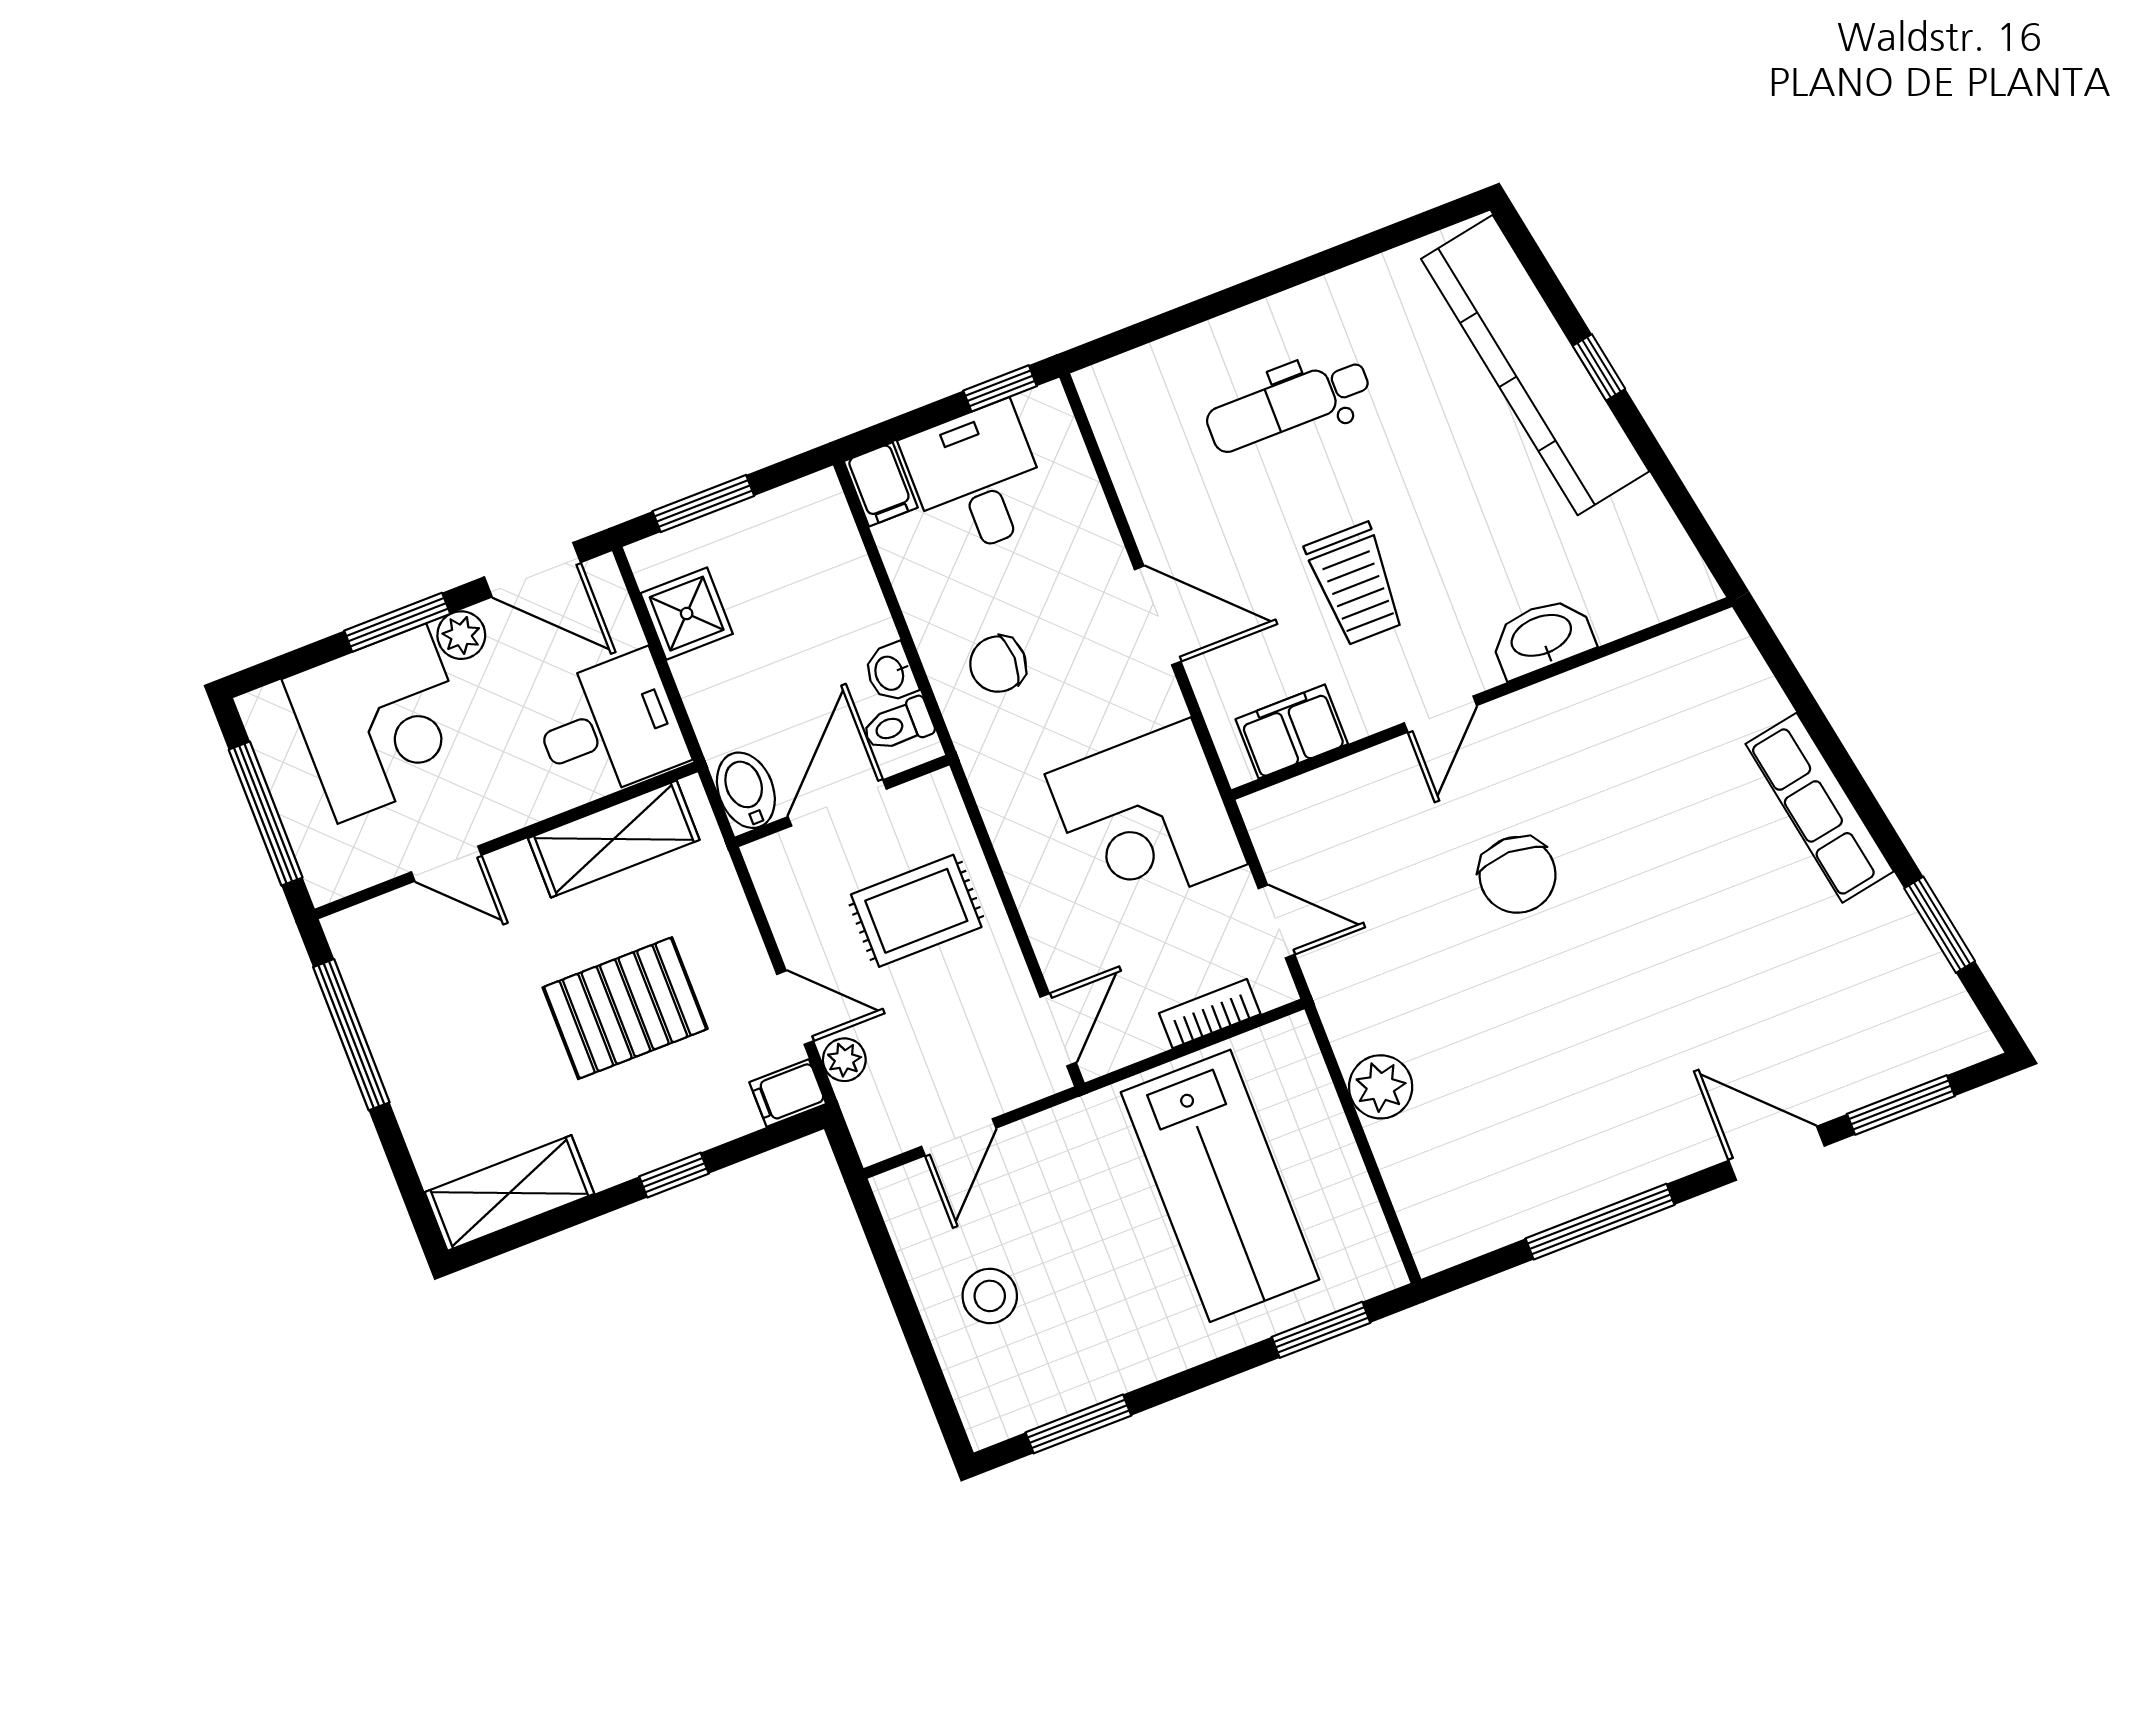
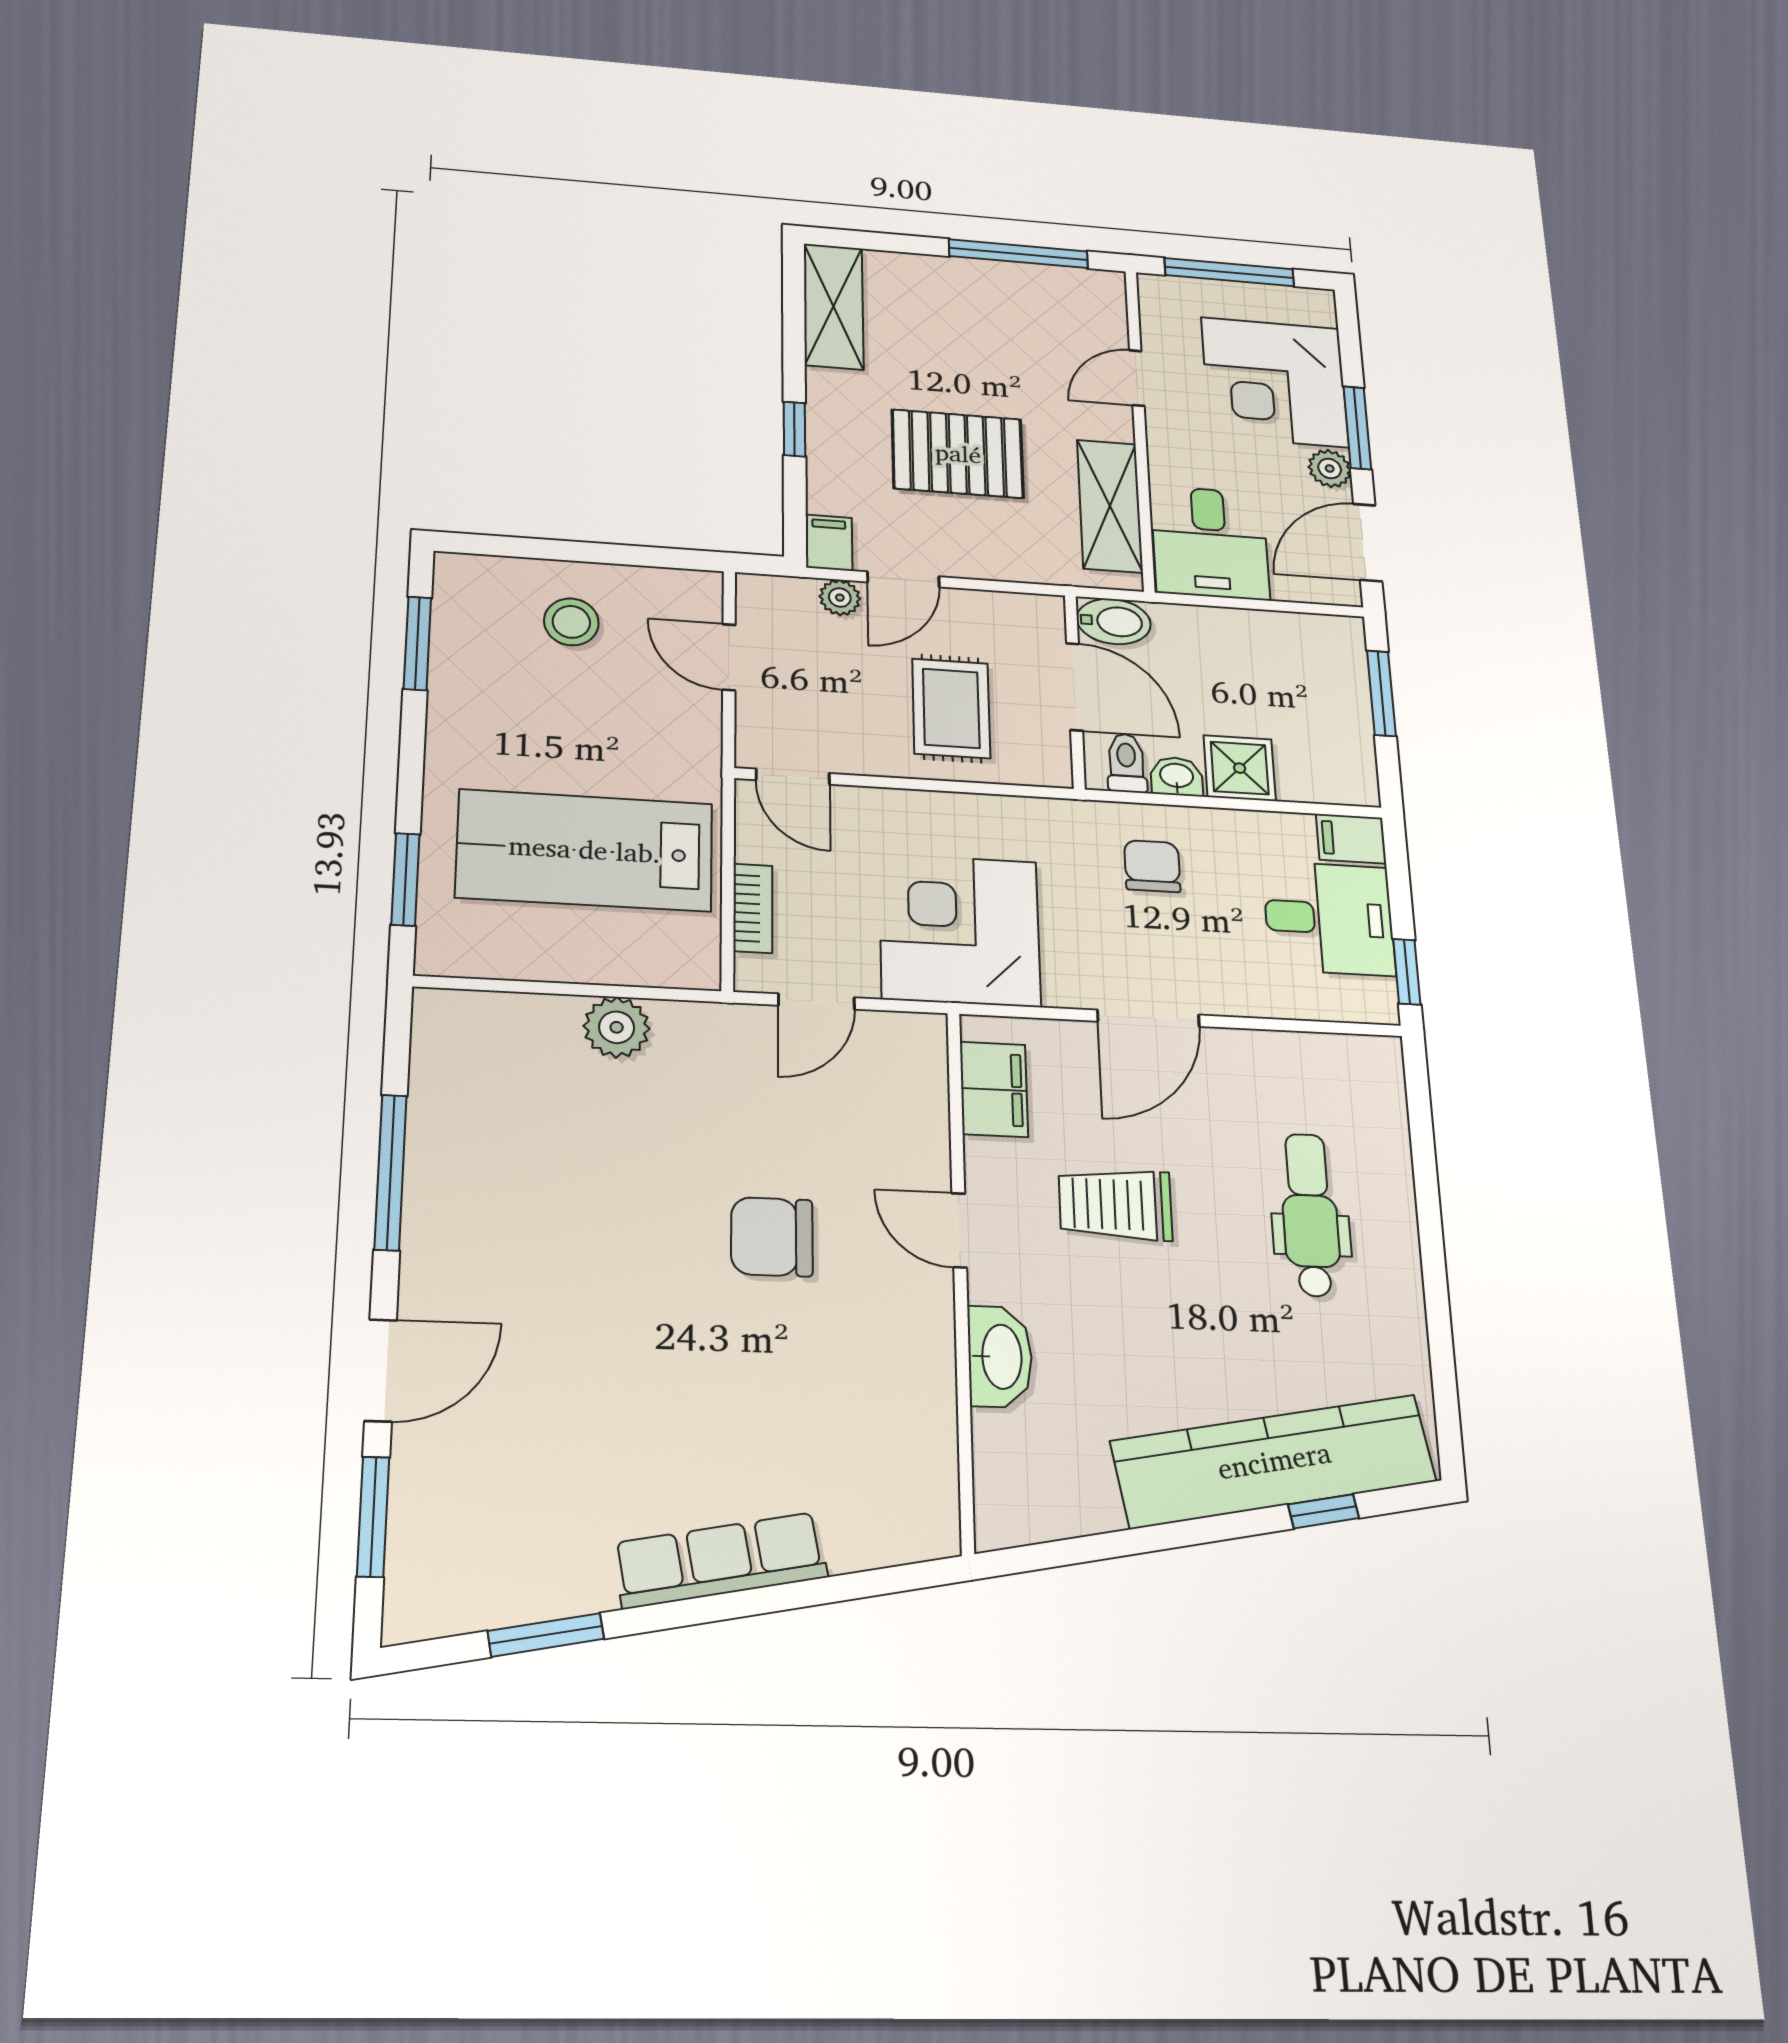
window: (1599, 367) -> (1324, 1511), moved
shower: (687, 614) -> (1240, 768), moved
pallet: (625, 1008) -> (958, 454), turned 90

